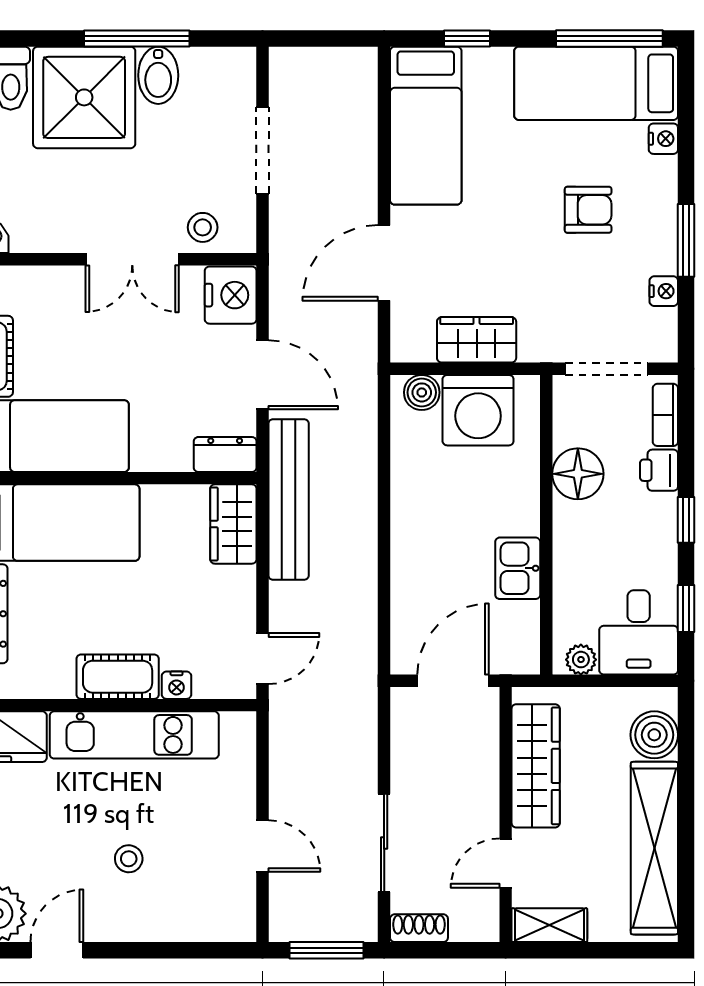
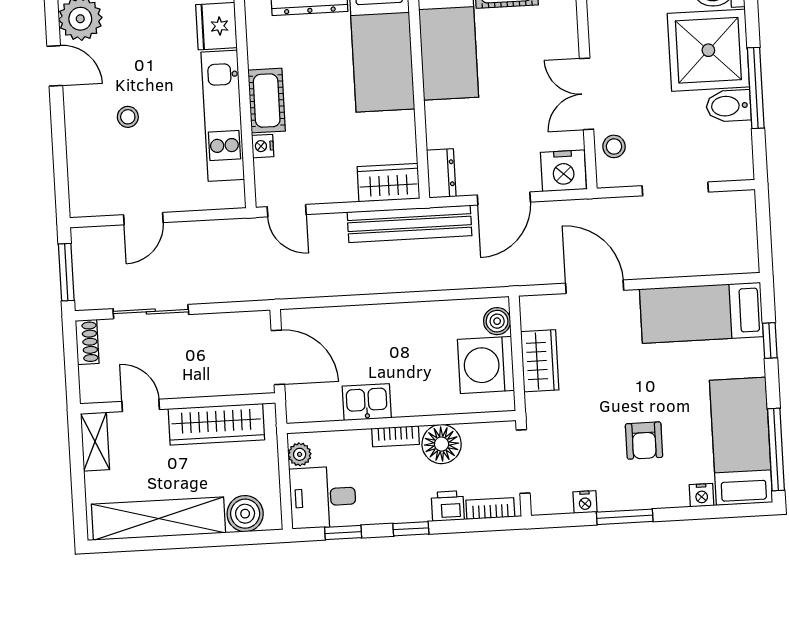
bookcase: (564, 533) -> (396, 436), added

